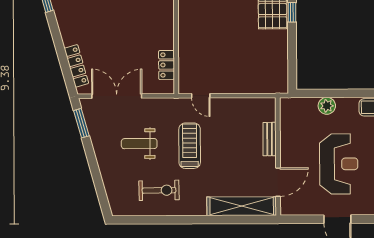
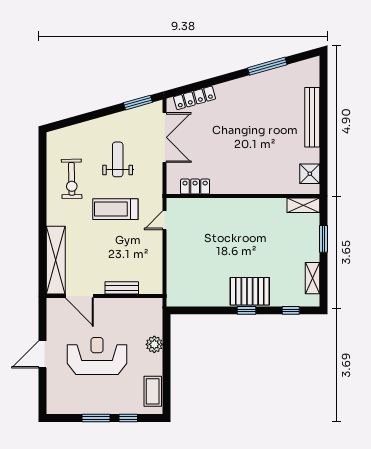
treadmill: (190, 146) -> (115, 209), turned 180
reception desk: (339, 164) -> (97, 356), turned 180

